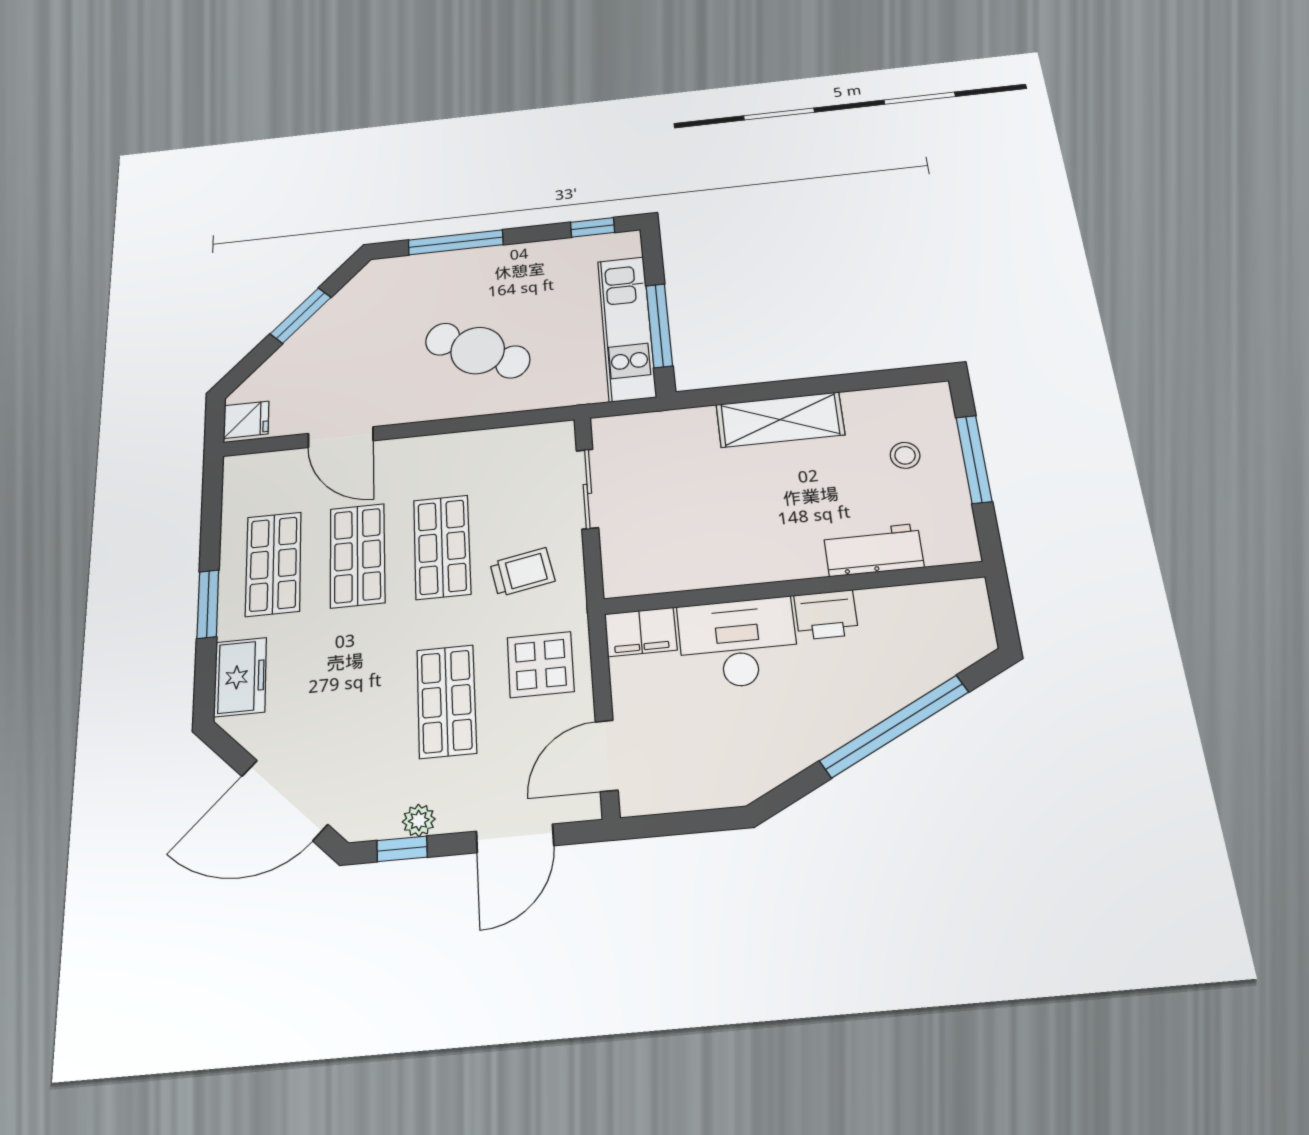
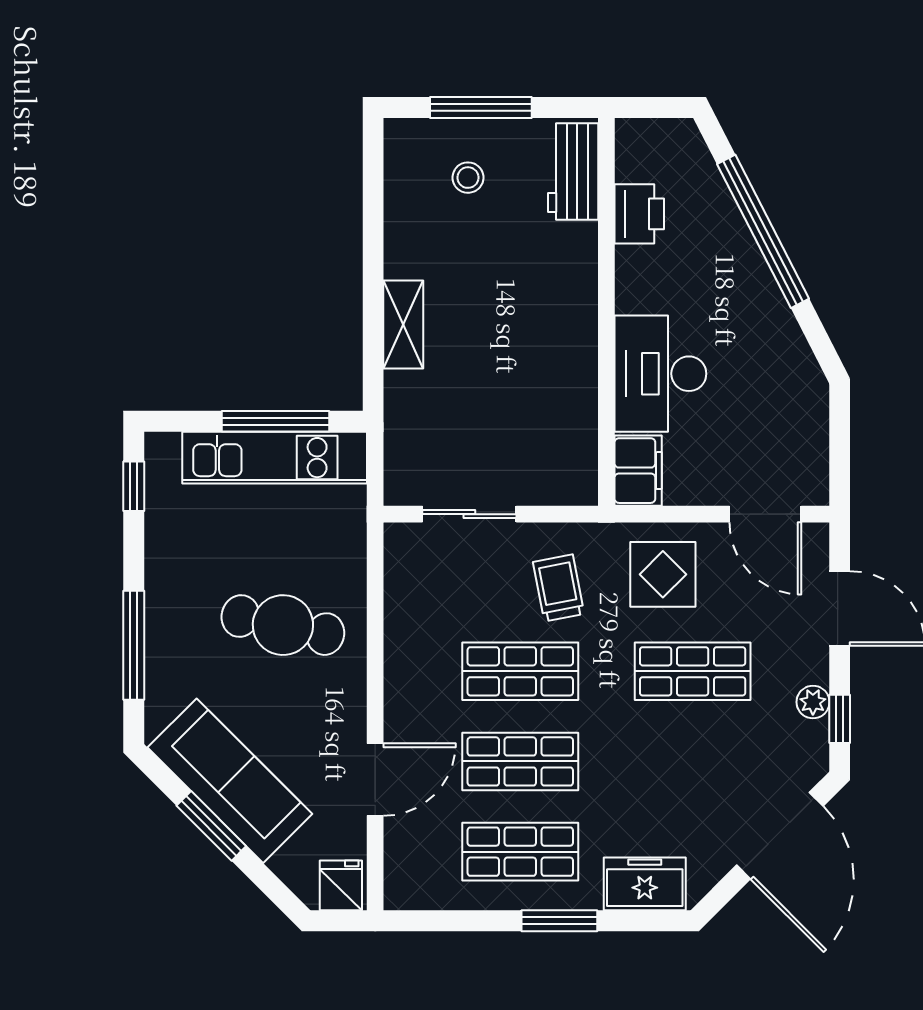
sofa: (340, 325) -> (230, 781), added
cafe table: (478, 350) -> (283, 625), turned 75
shelving: (780, 420) -> (403, 324), width x0.67, depth x0.75
workbench: (874, 550) -> (573, 172), moved
printer: (826, 615) -> (639, 214), moved

